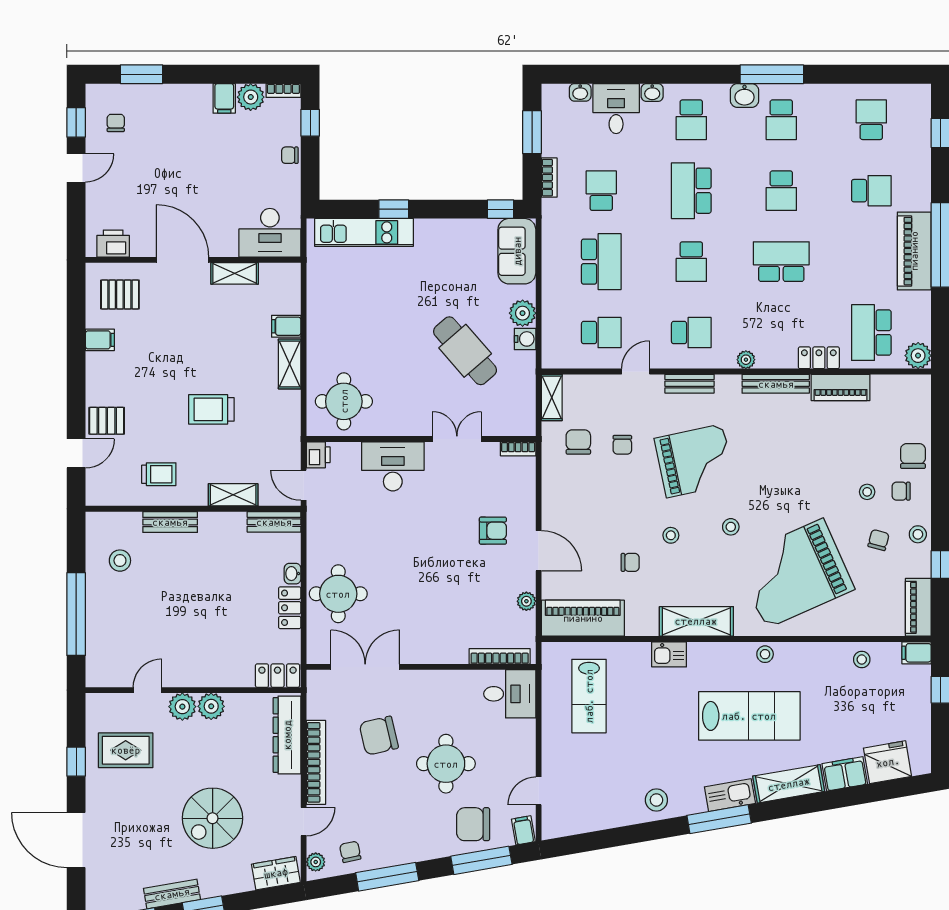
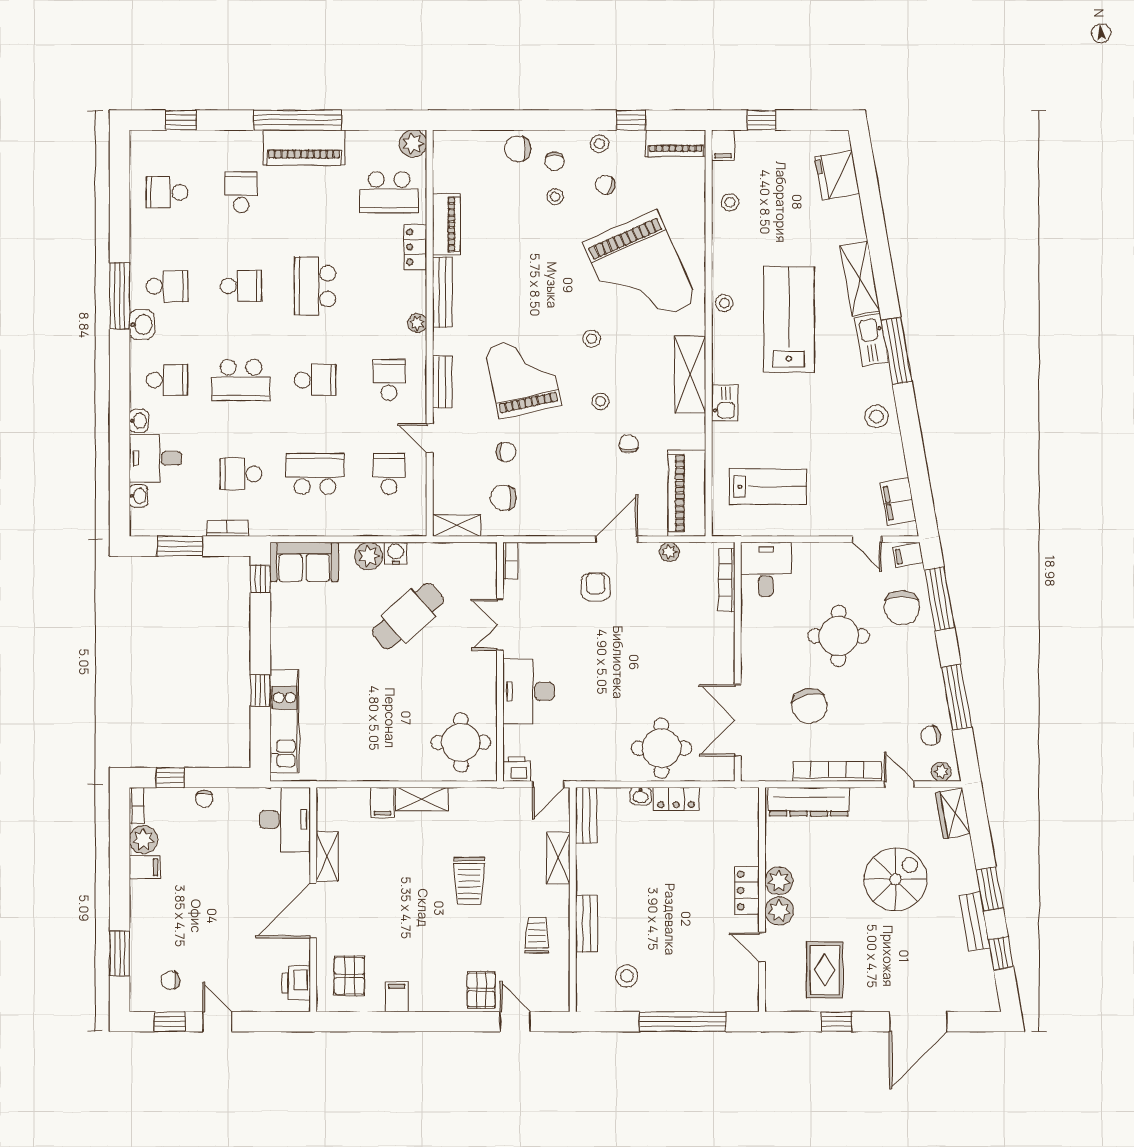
locker: (278, 676) -> (747, 890), moved
filing cabinet: (845, 774) -> (898, 502), moved
spiral stairs: (213, 818) -> (896, 879), turned -90

